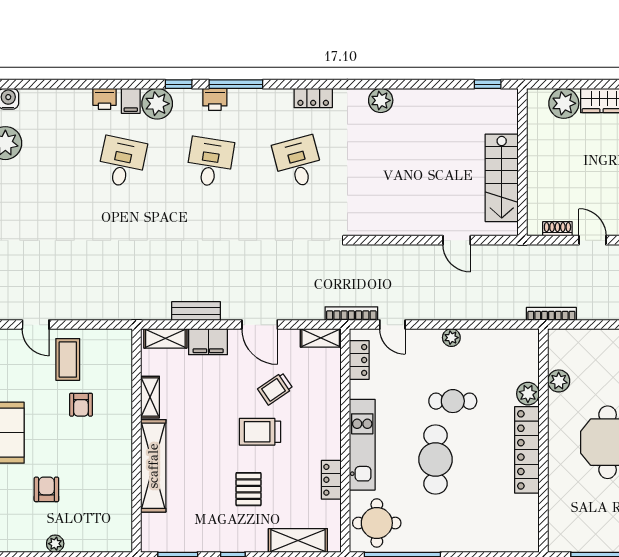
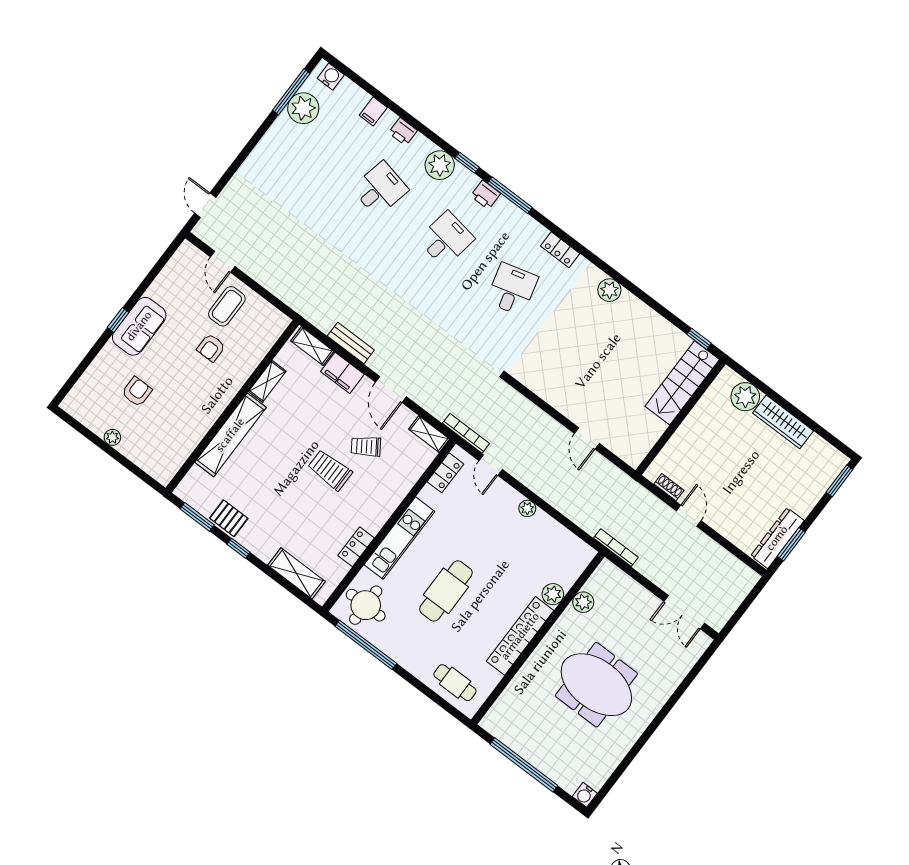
filing cabinet: (131, 101) -> (373, 111), moved
stairs: (502, 178) -> (682, 383), moved
cafe table: (453, 401) -> (455, 683), moved
pallet: (249, 489) -> (229, 518), moved, turned 90

